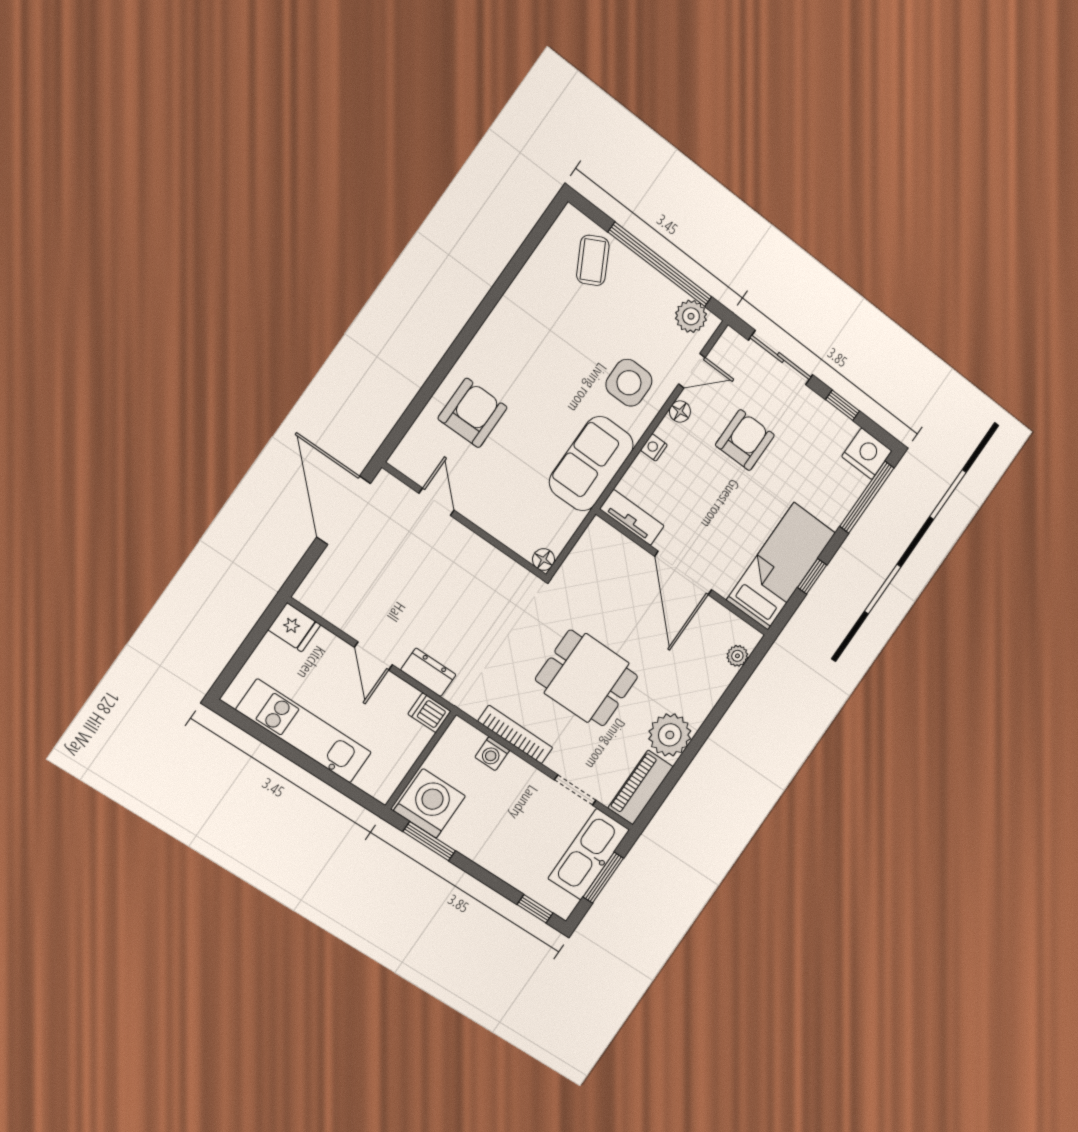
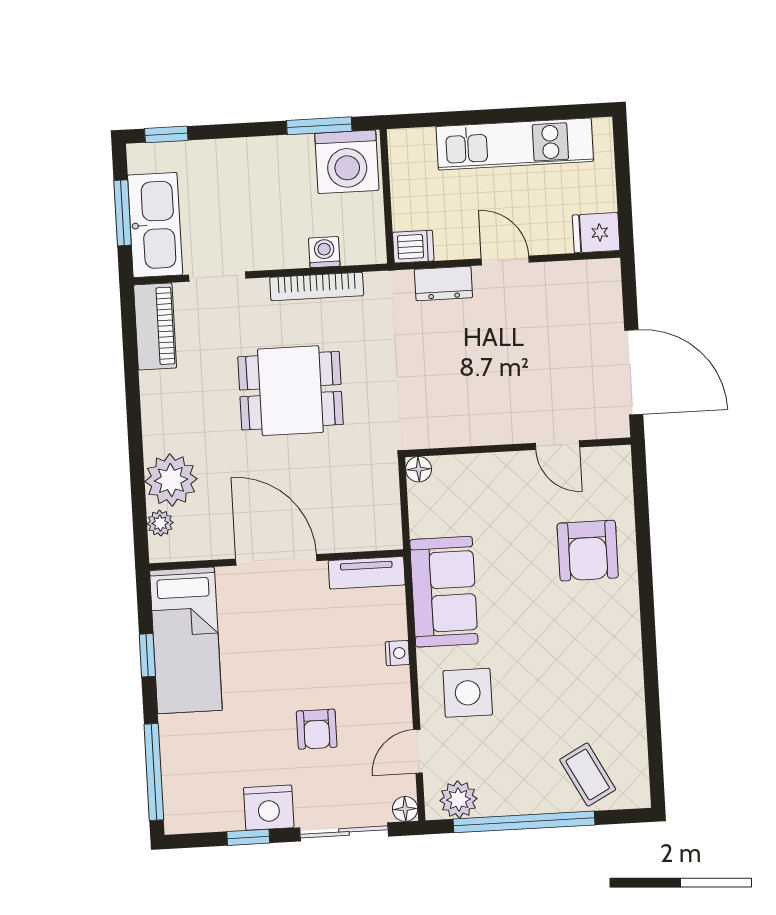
floor lamp: (680, 412) -> (405, 809), moved
armchair: (745, 440) -> (317, 729), width x0.72, depth x0.72
nightstand: (867, 454) -> (269, 808), moved
plant: (670, 735) -> (171, 480), moved

